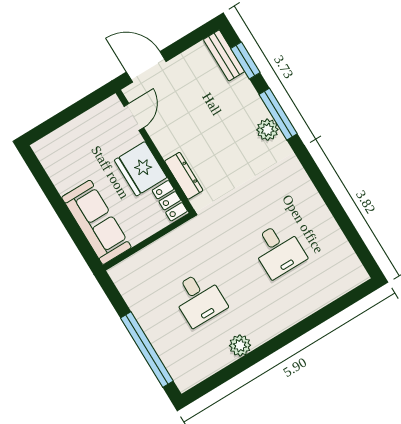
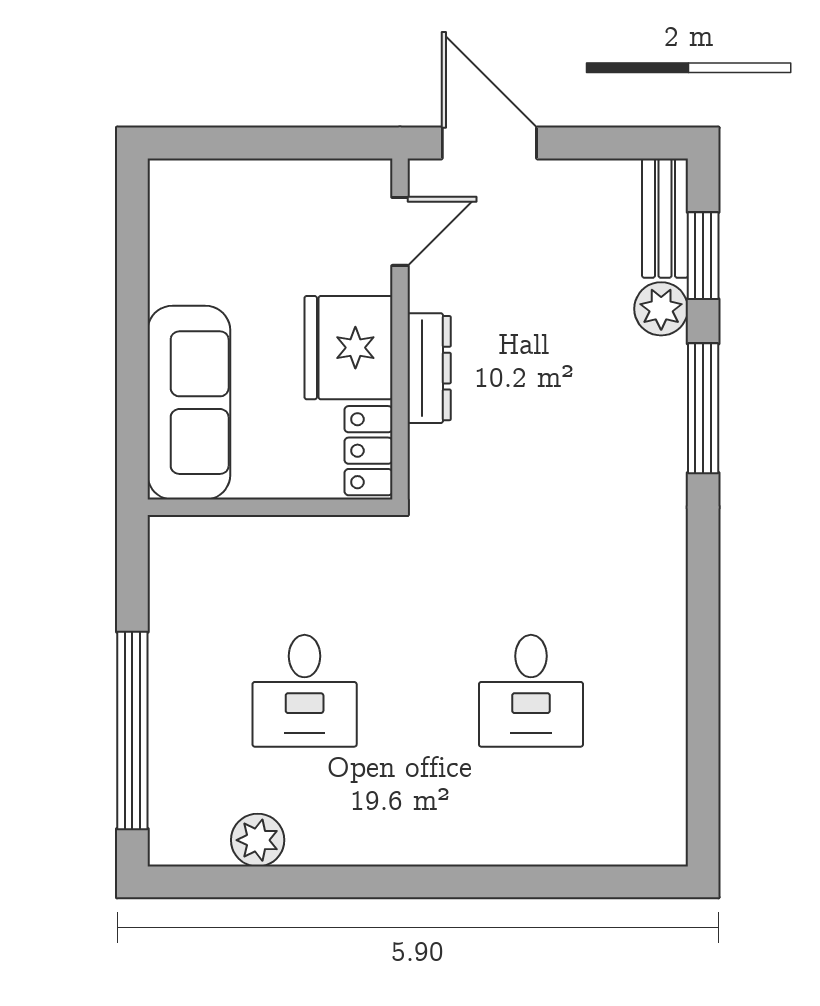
plant: (267, 130) -> (661, 309), moved
dresser: (184, 176) -> (429, 368), moved
plant: (240, 345) -> (258, 840), moved

